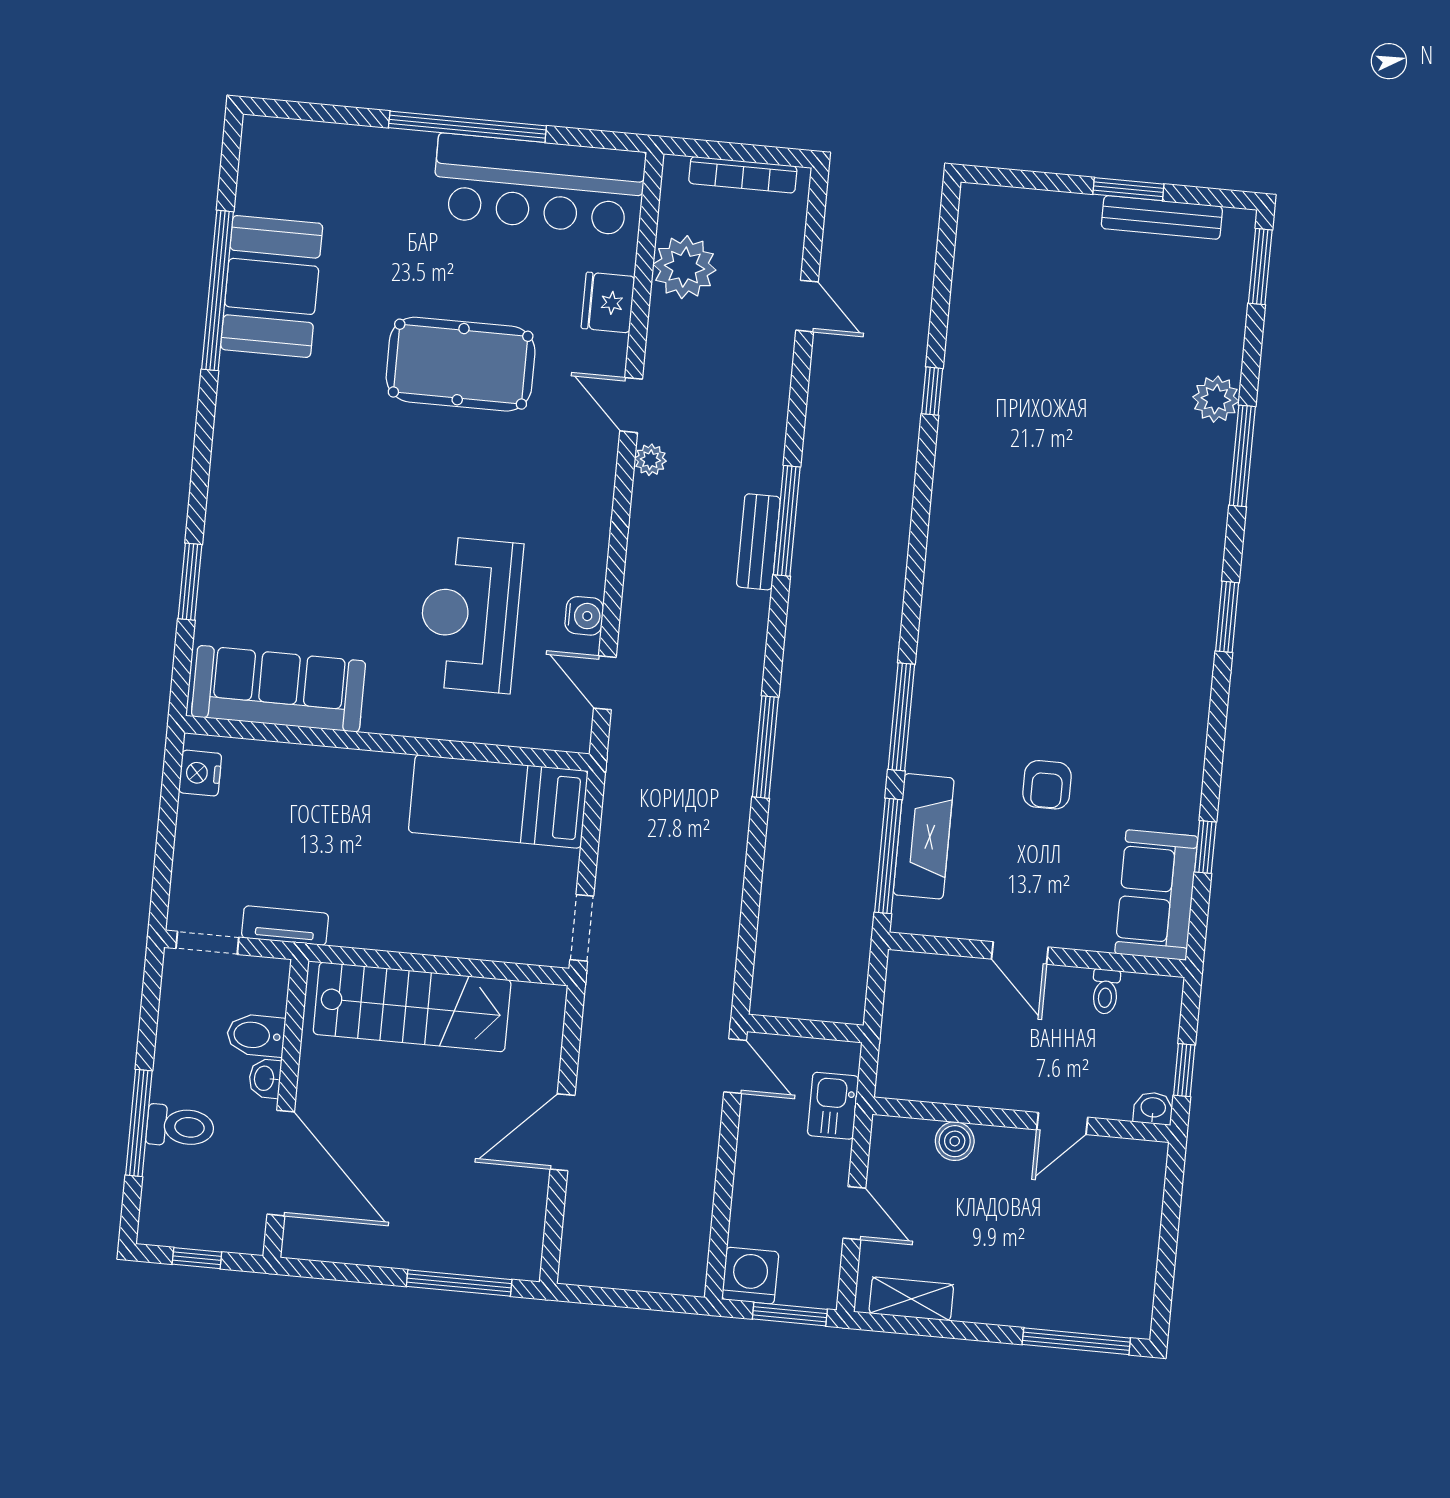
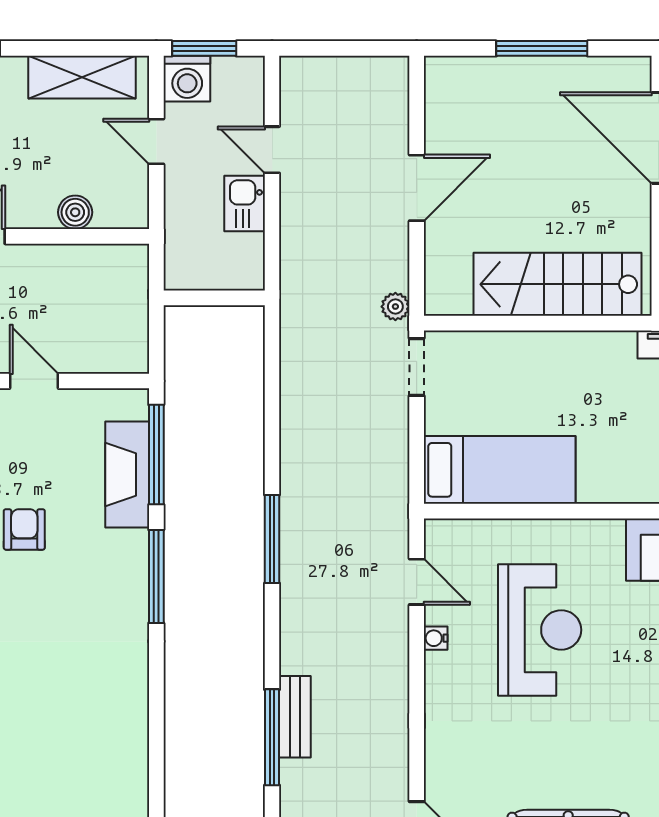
plant: (650, 460) -> (395, 307), moved
water cooler: (584, 616) -> (436, 638), width x0.72, depth x0.72
door: (735, 1066) -> (272, 150), moved
kitchen sink: (833, 1106) -> (245, 204), moved, turned 180
washing machine: (750, 1276) -> (187, 79), moved
window: (459, 1283) -> (542, 48), moved
shelving: (911, 1299) -> (82, 77), width x1.50, depth x1.33

